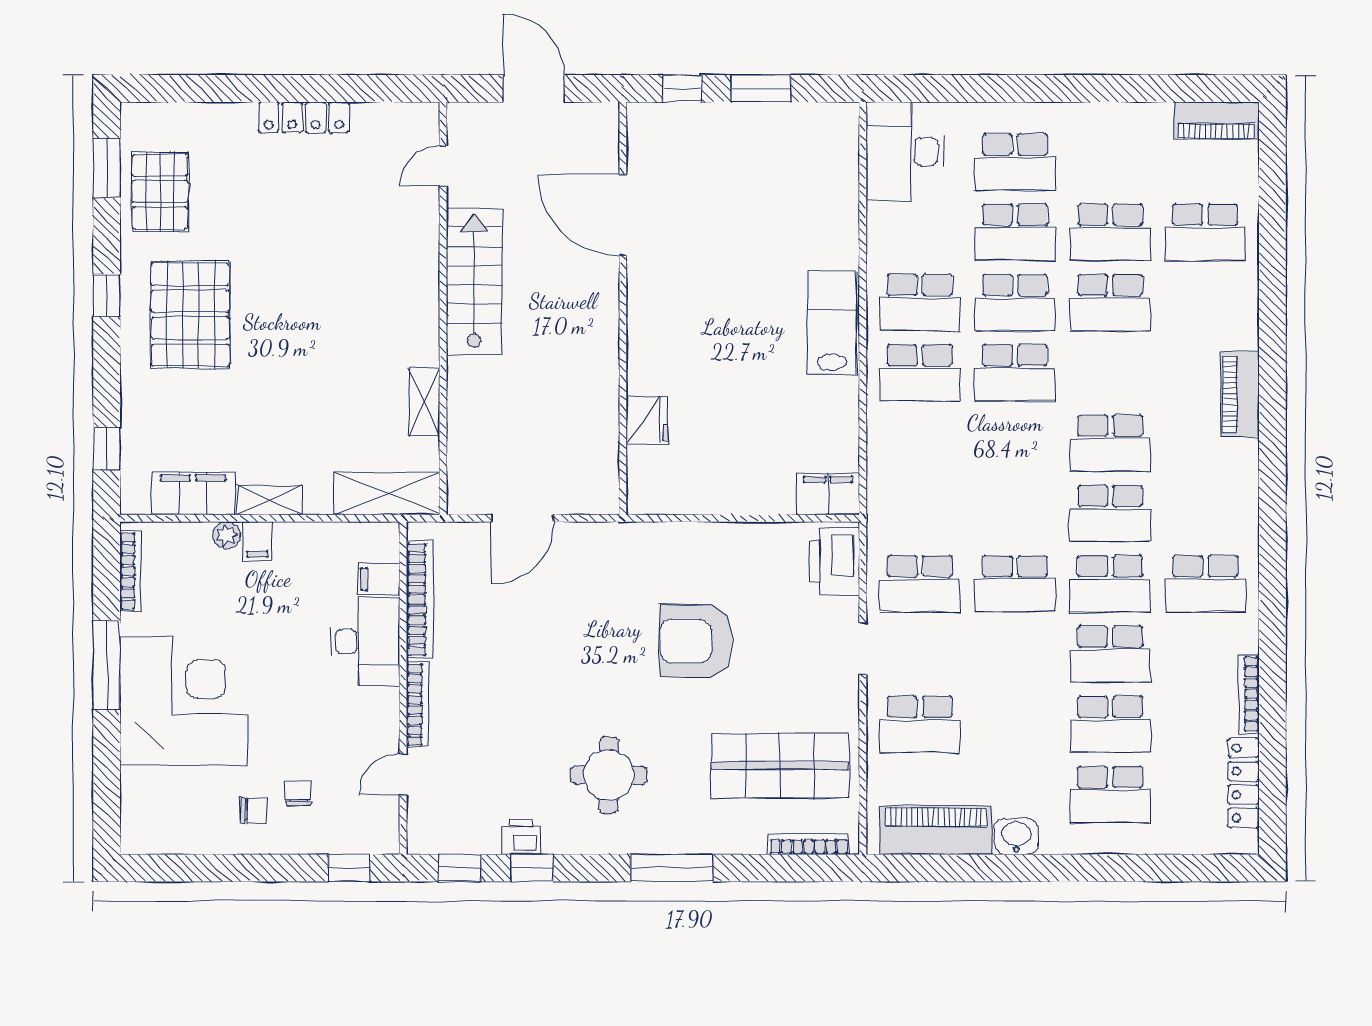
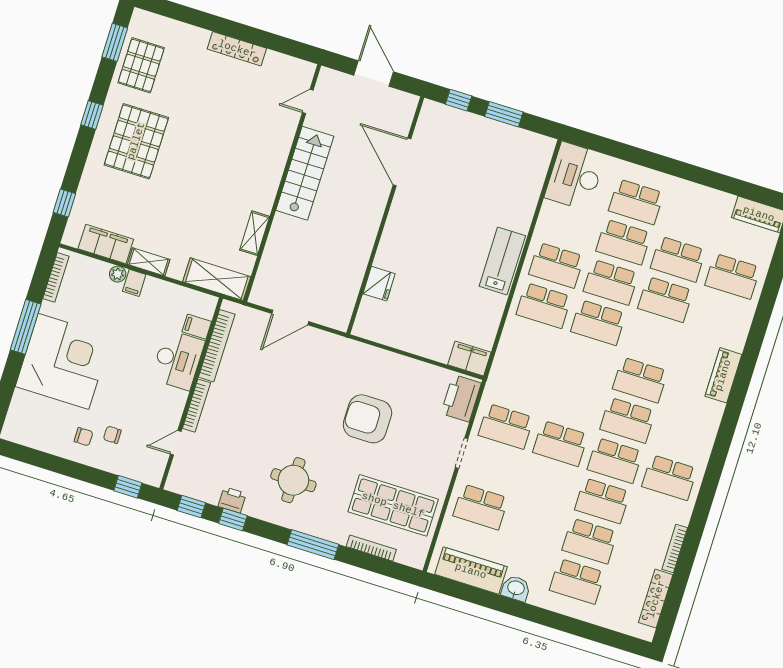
chair: (298, 793) -> (112, 435), turned -90
bookcase: (809, 844) -> (371, 548), moved

